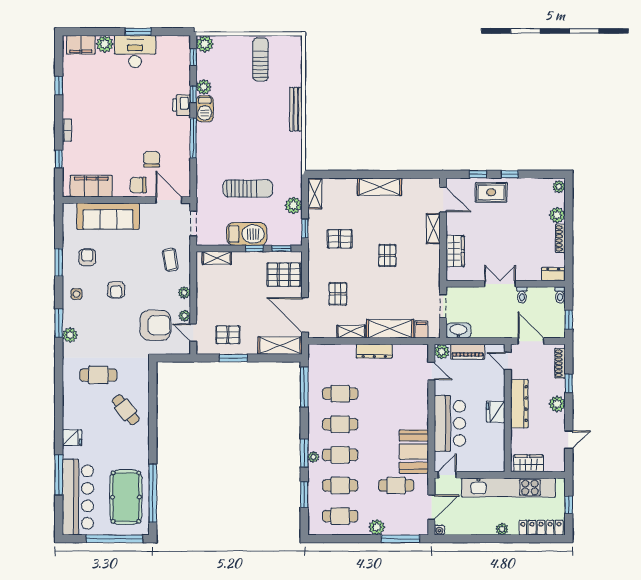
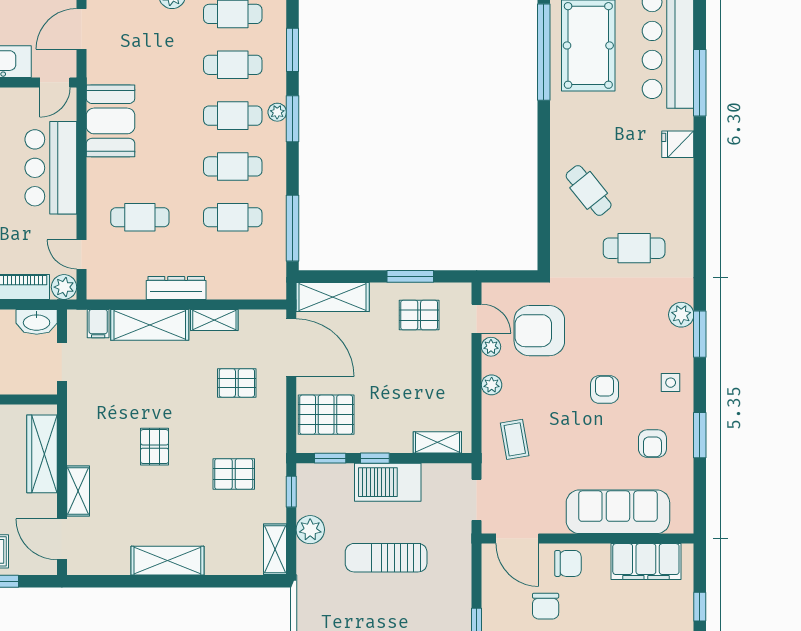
wardrobe: (455, 251) -> (42, 454), width x1.50
pallet: (338, 294) -> (237, 383), turned 90
cafe table: (396, 485) -> (140, 217), moved

